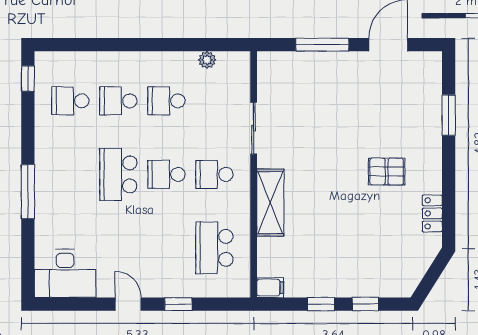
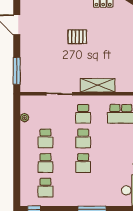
window: (322, 45) -> (17, 71), moved
pallet: (387, 172) -> (77, 37), moved, turned 90
school desk: (118, 174) -> (83, 163), width x0.54

